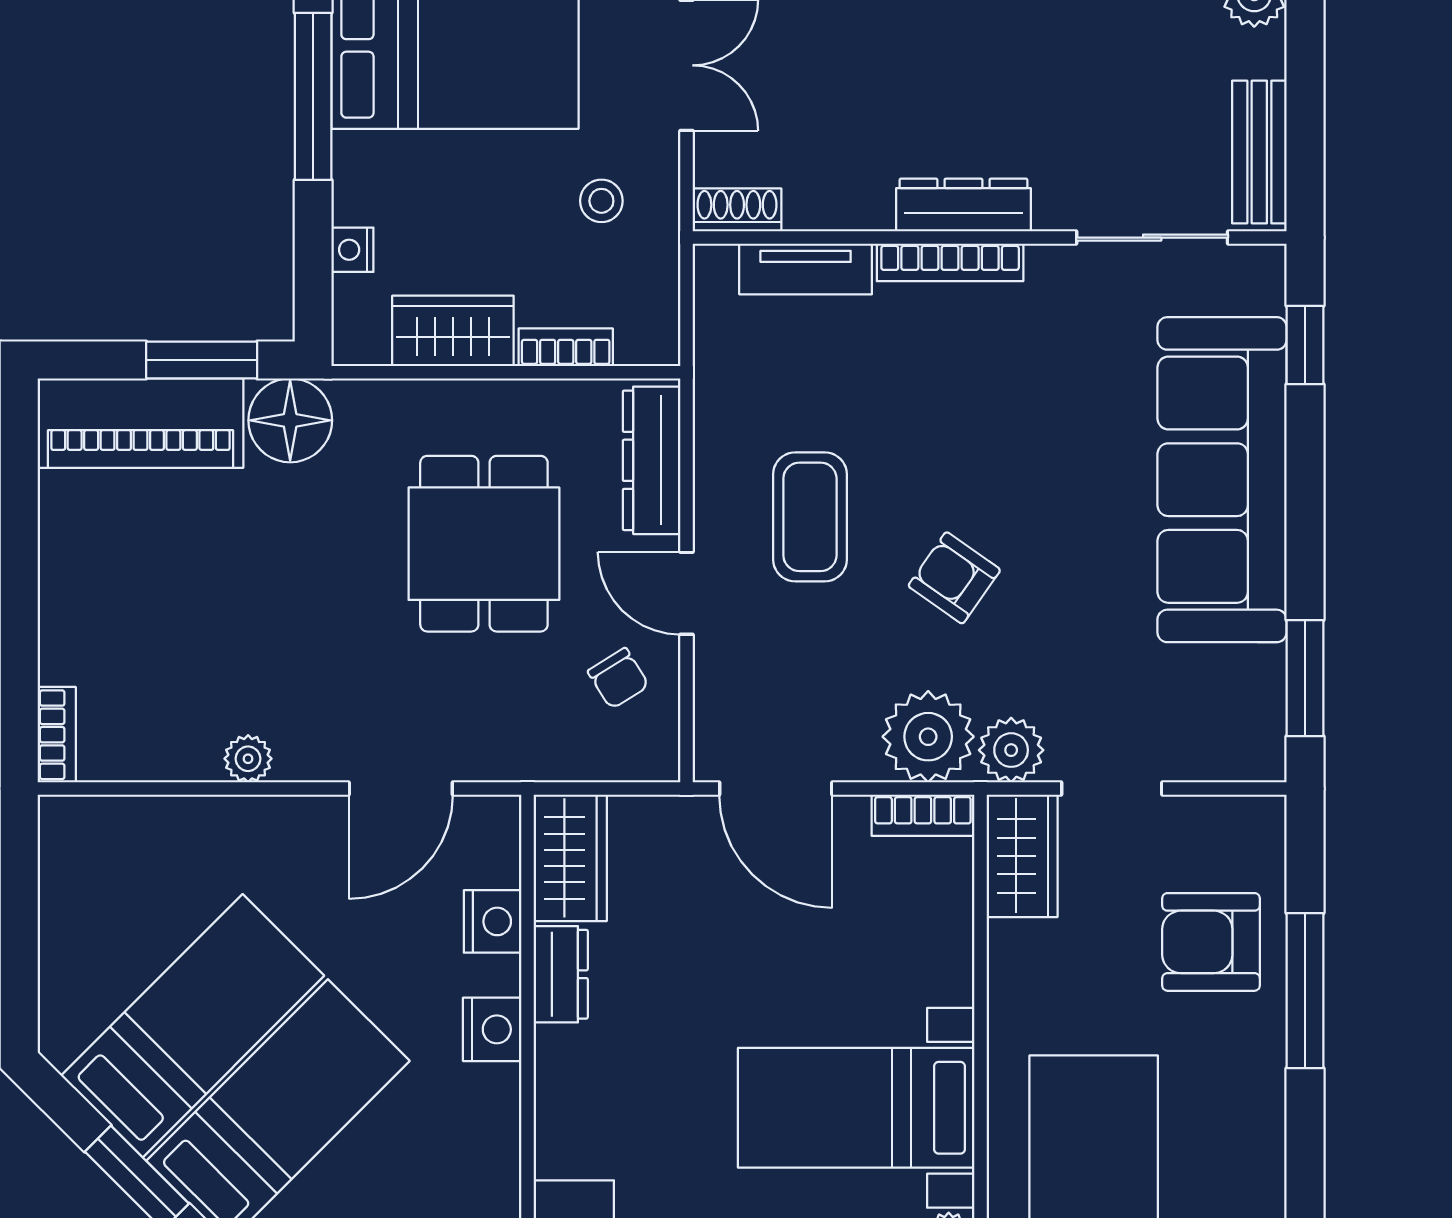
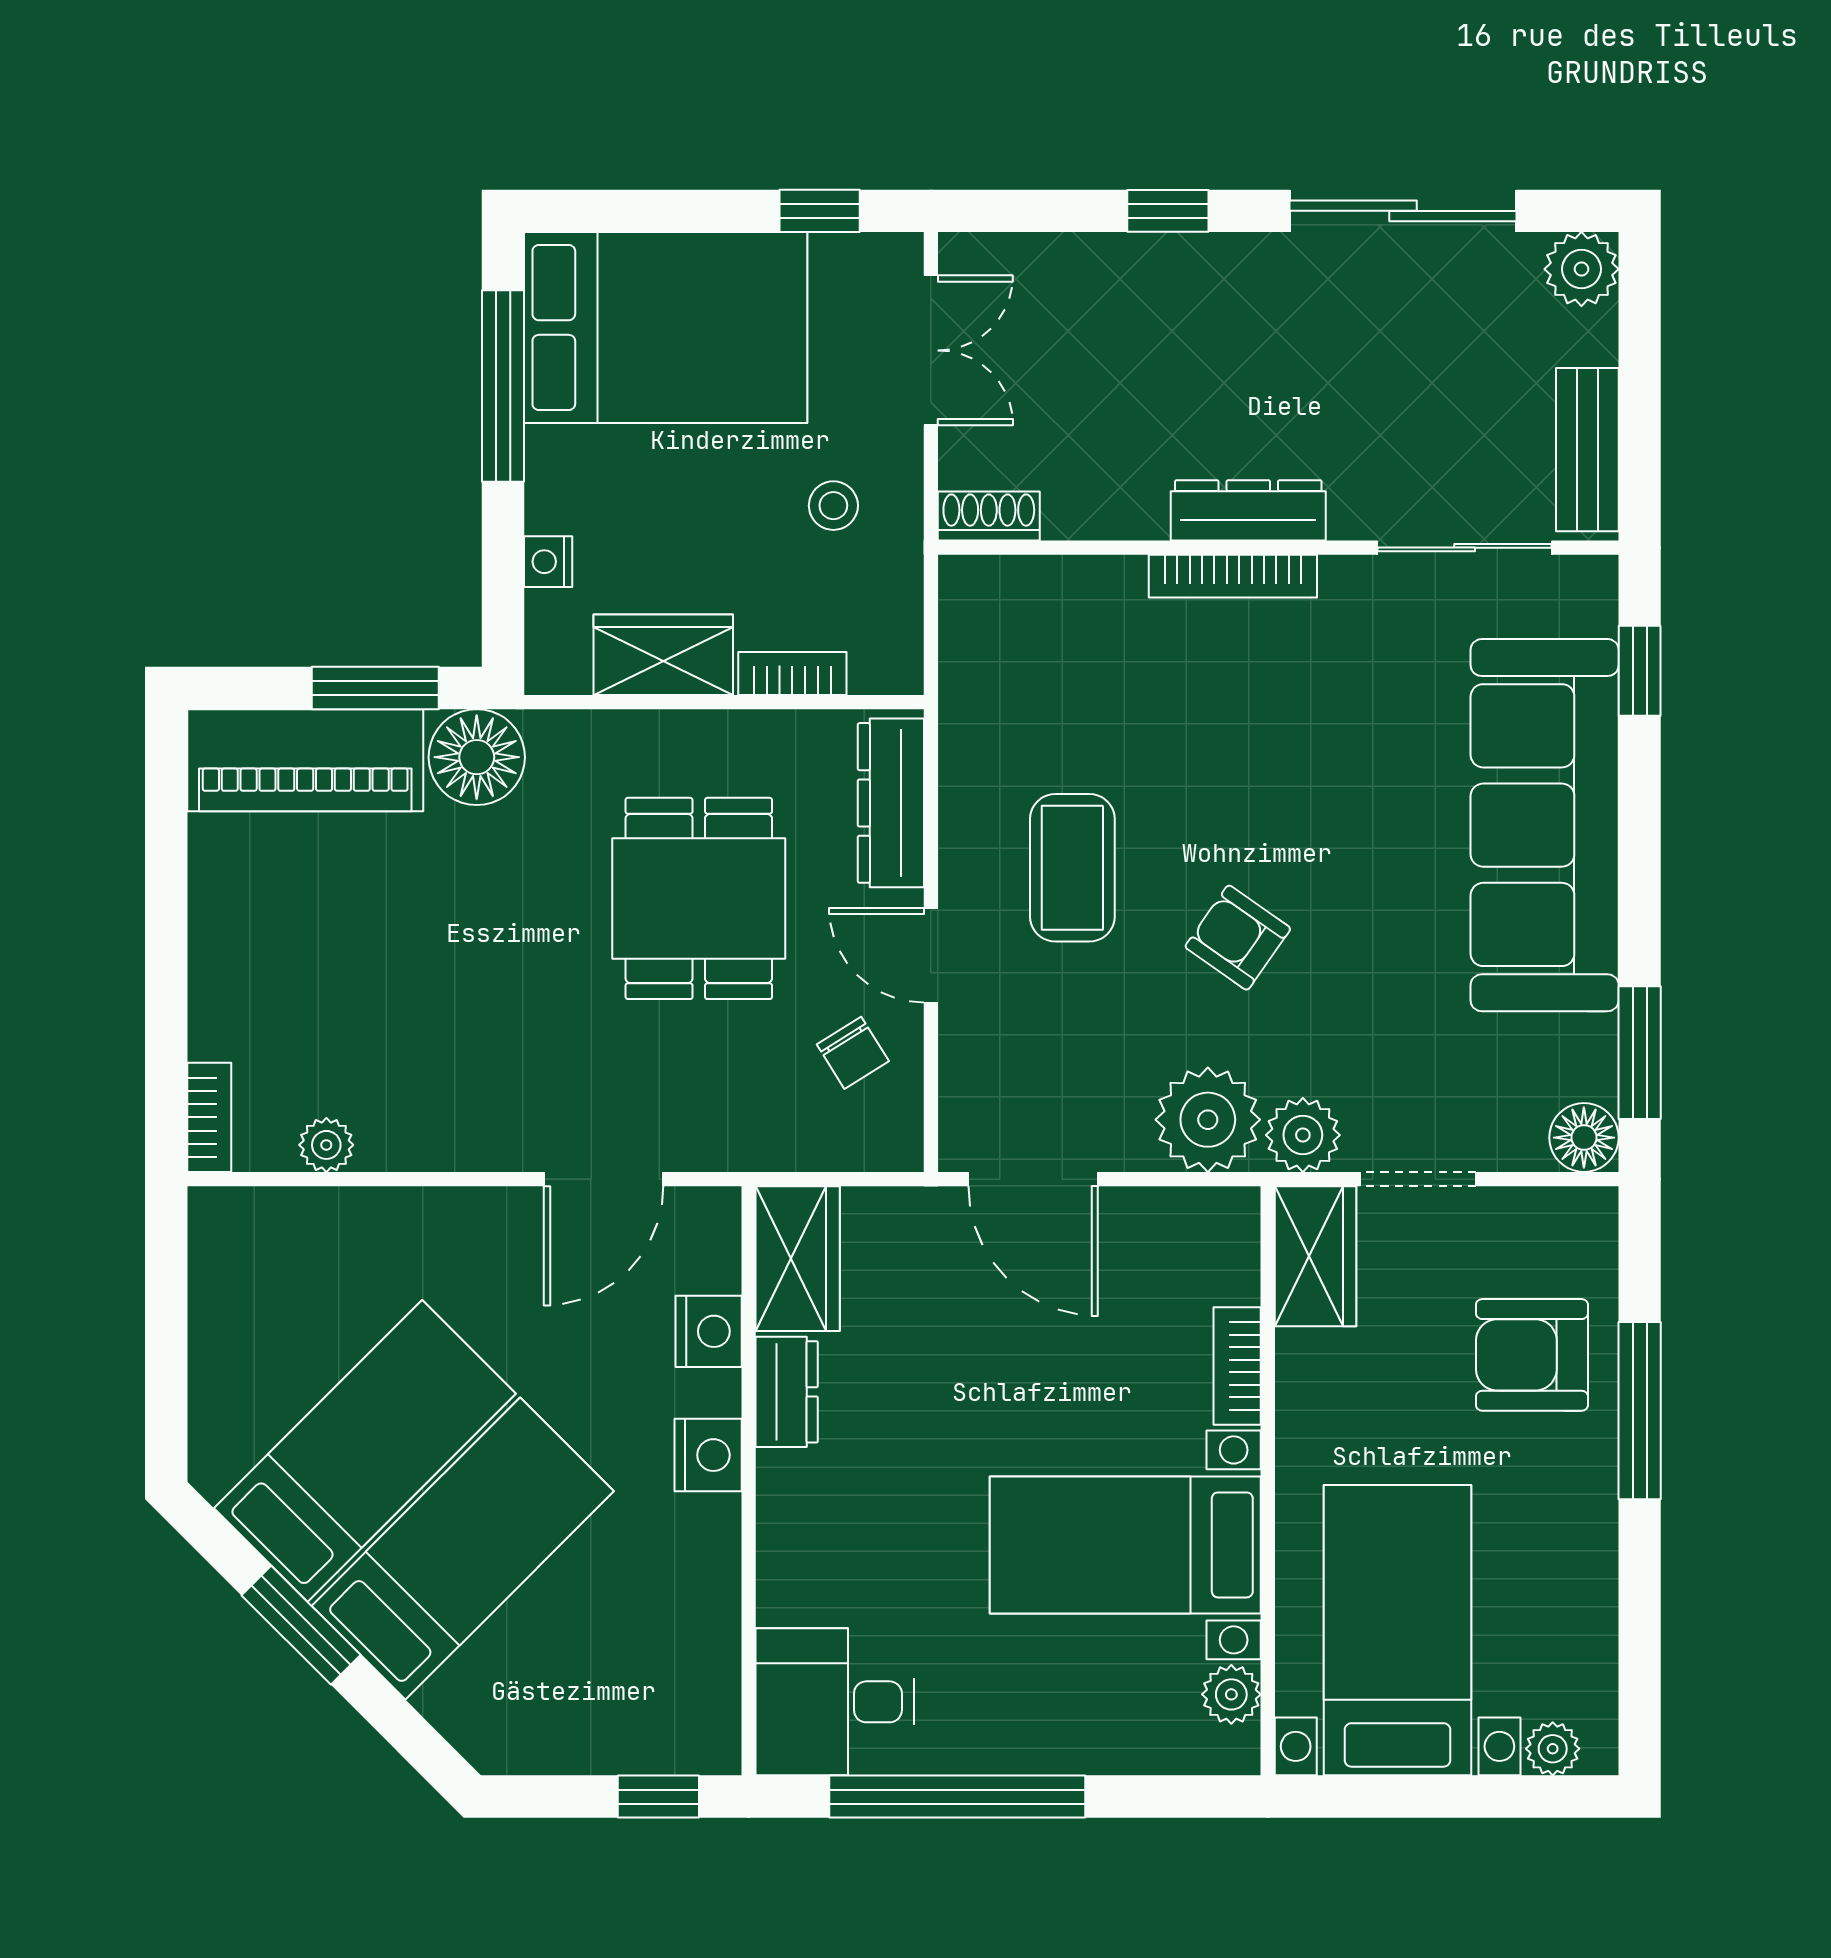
tv unit: (806, 269) -> (1067, 584), removed
floor lamp: (1256, 752) -> (1584, 1138), added
plant: (248, 759) -> (326, 1145), moved
bookcase: (923, 815) -> (1237, 1366), moved, turned 90

